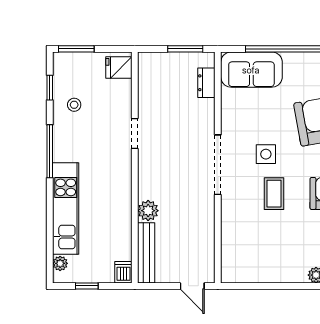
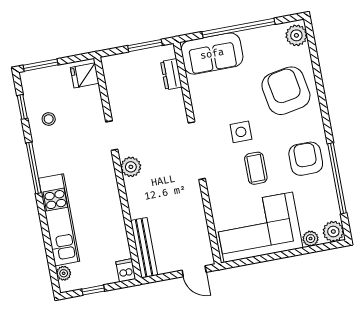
plant: (148, 211) -> (131, 167), moved
corner sofa: (265, 254) -> (258, 227), added

